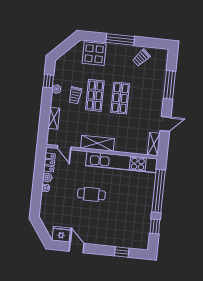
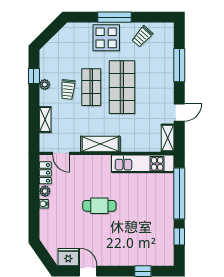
display table: (94, 54) -> (106, 38), moved
shop shelf: (120, 98) -> (122, 87), width x1.43, depth x1.36
kitchen unit: (122, 162) -> (143, 164), width x0.73

